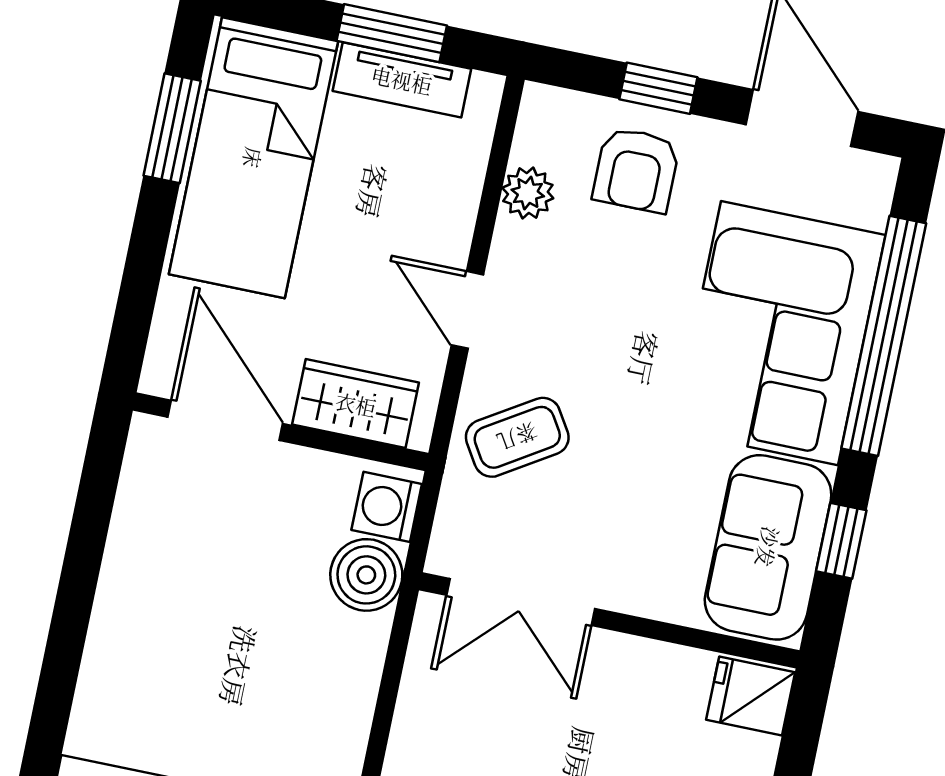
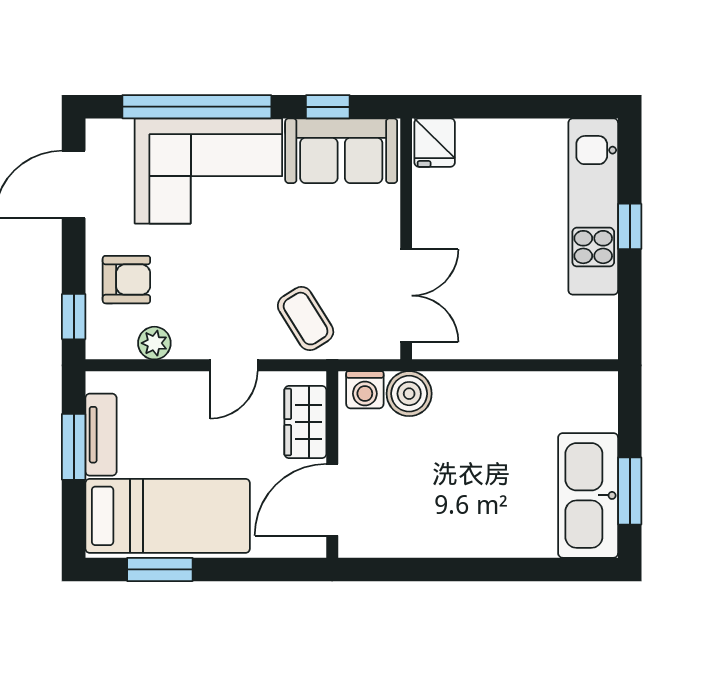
window: (658, 88) -> (74, 317), moved

